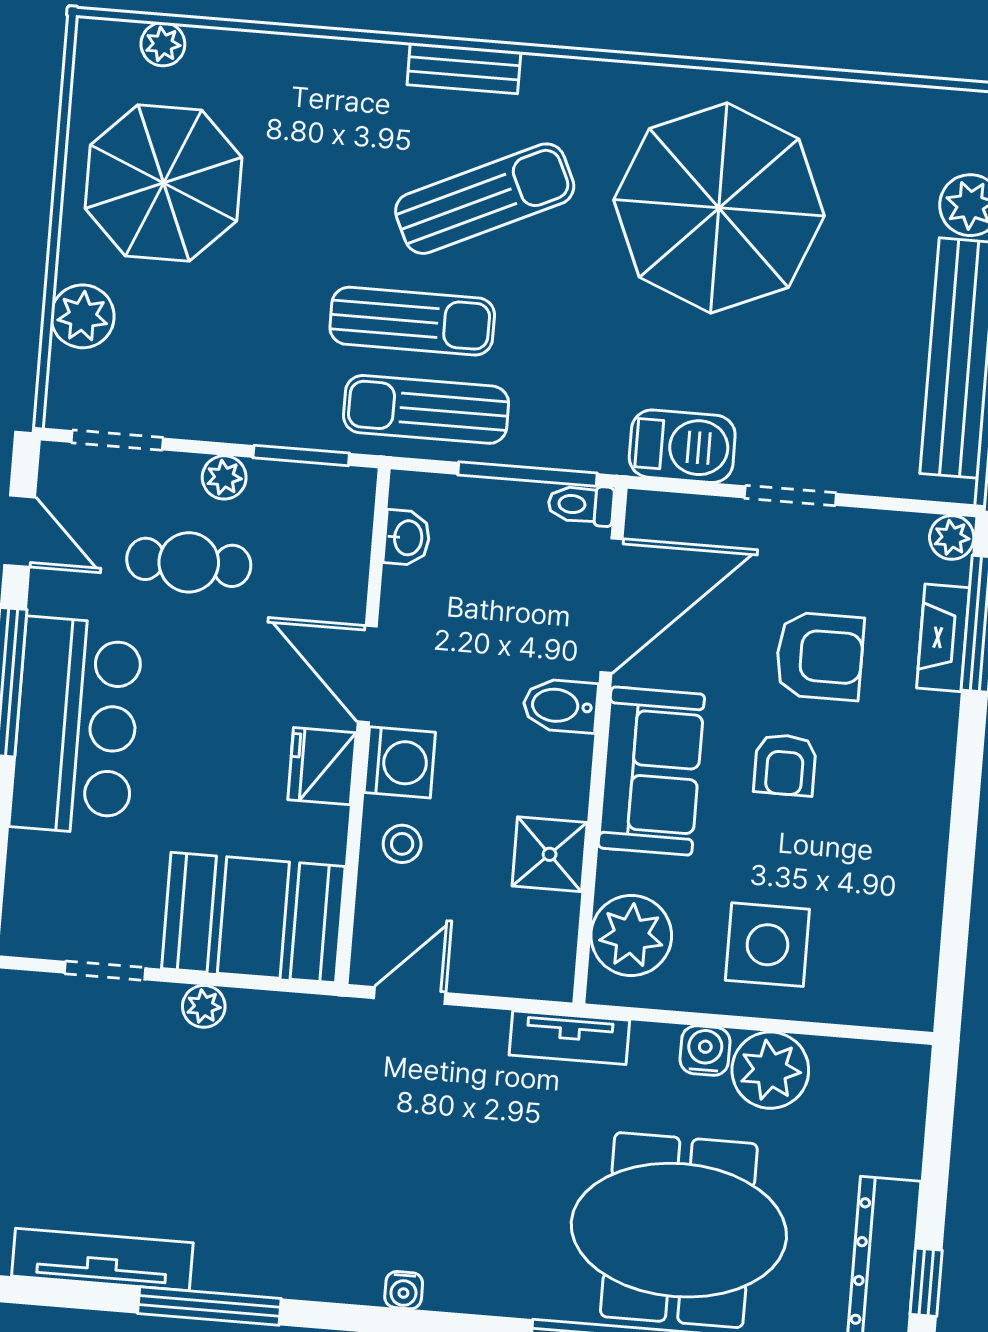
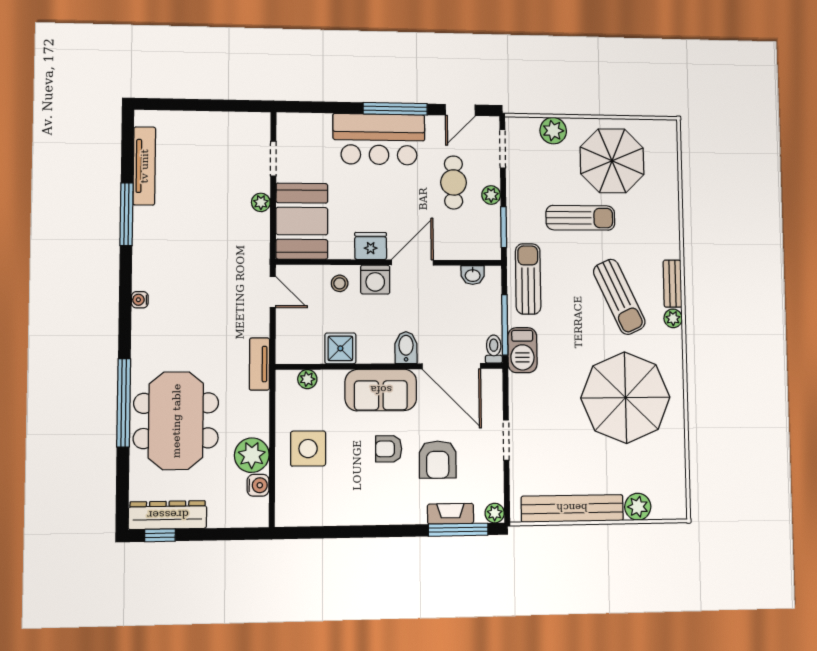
plant: (163, 44) -> (673, 318), moved
sun lounger: (412, 321) -> (580, 218), moved, turned -90
barbecue: (682, 446) -> (522, 350), moved
plant: (631, 936) -> (307, 379), width x0.53, depth x0.53
water cooler: (705, 1051) -> (258, 485), moved

